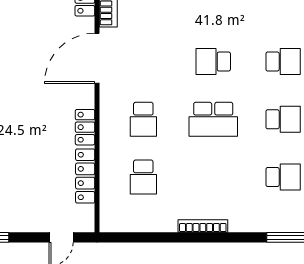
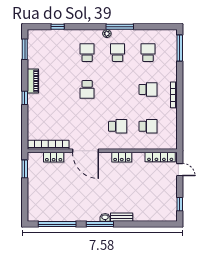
school desk: (213, 119) -> (148, 89), moved, width x0.54
locker: (85, 176) -> (160, 157), moved

